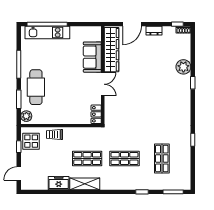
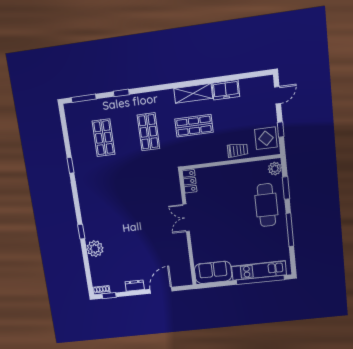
wardrobe: (111, 50) -> (181, 259), removed
sofa: (92, 57) -> (213, 272), moved, turned -90
shop shelf: (124, 159) -> (148, 132), turned 90

